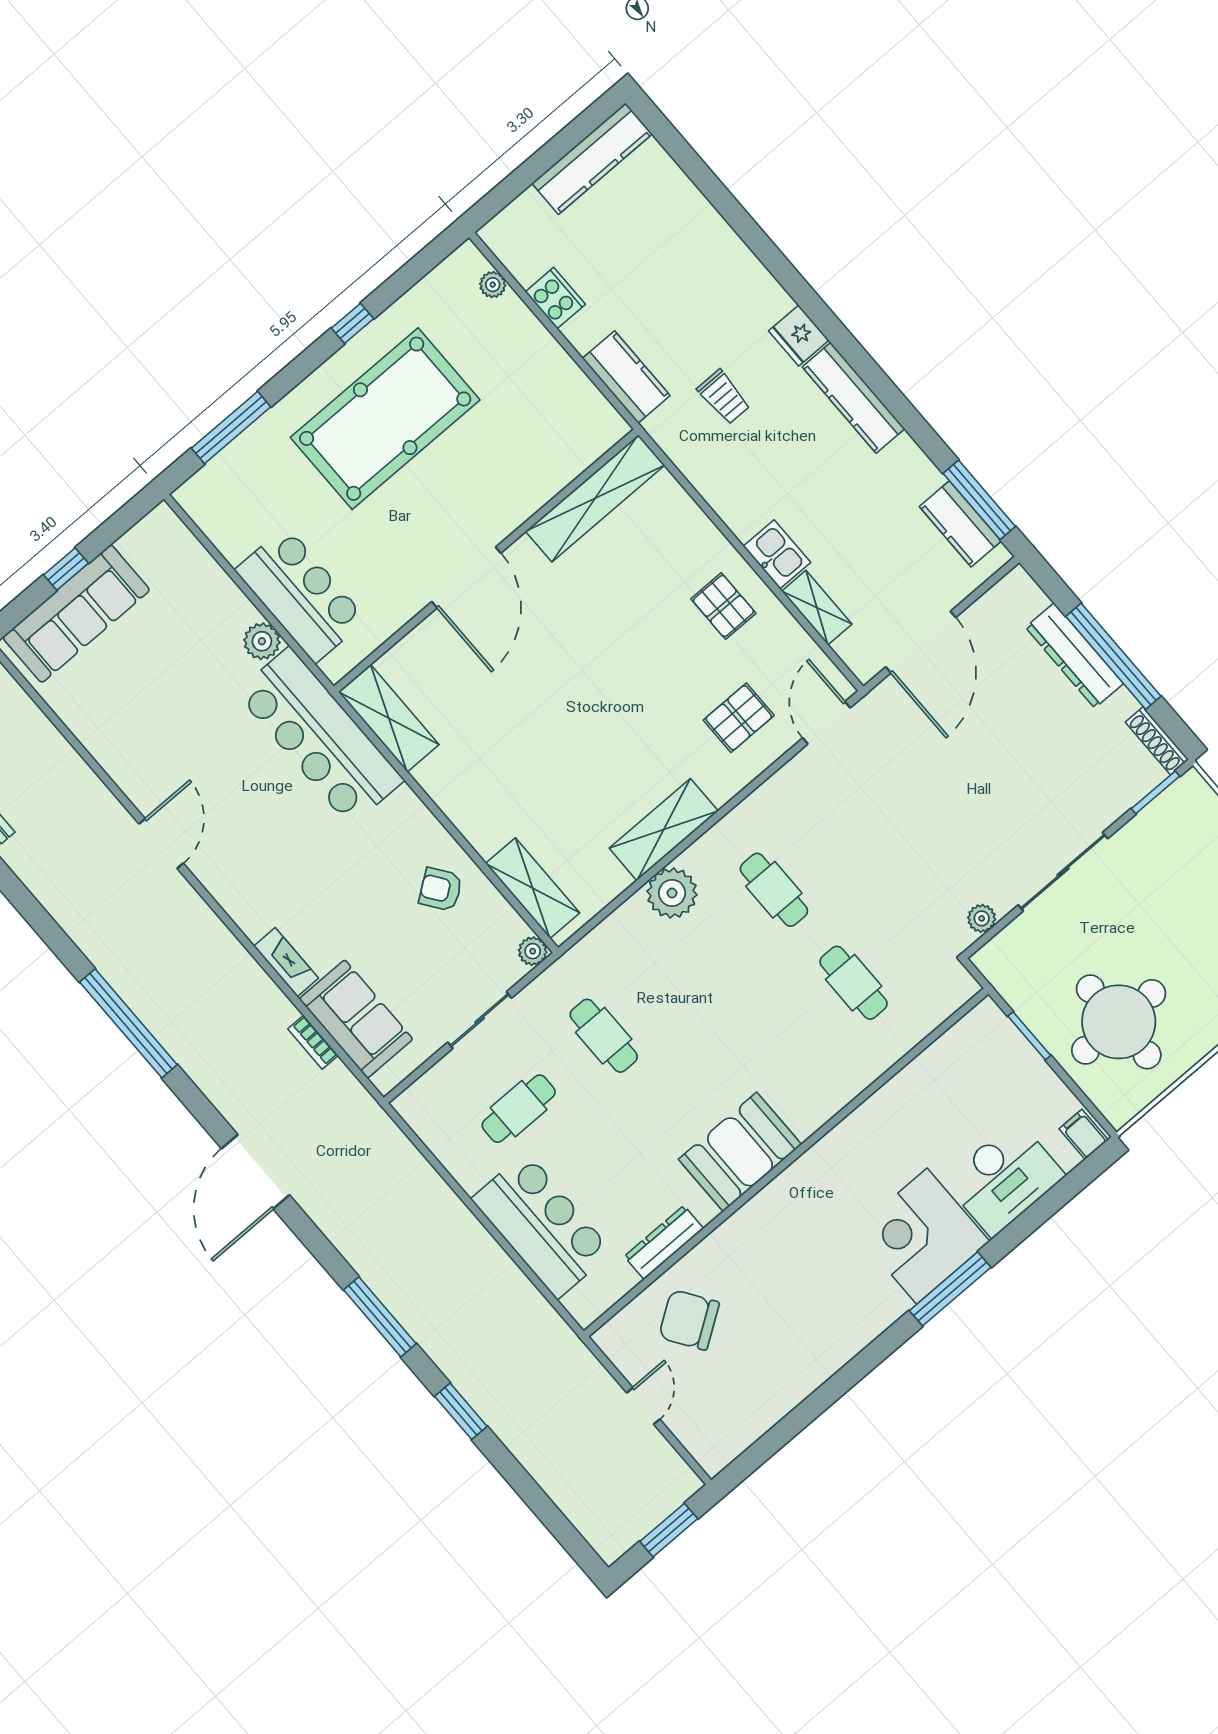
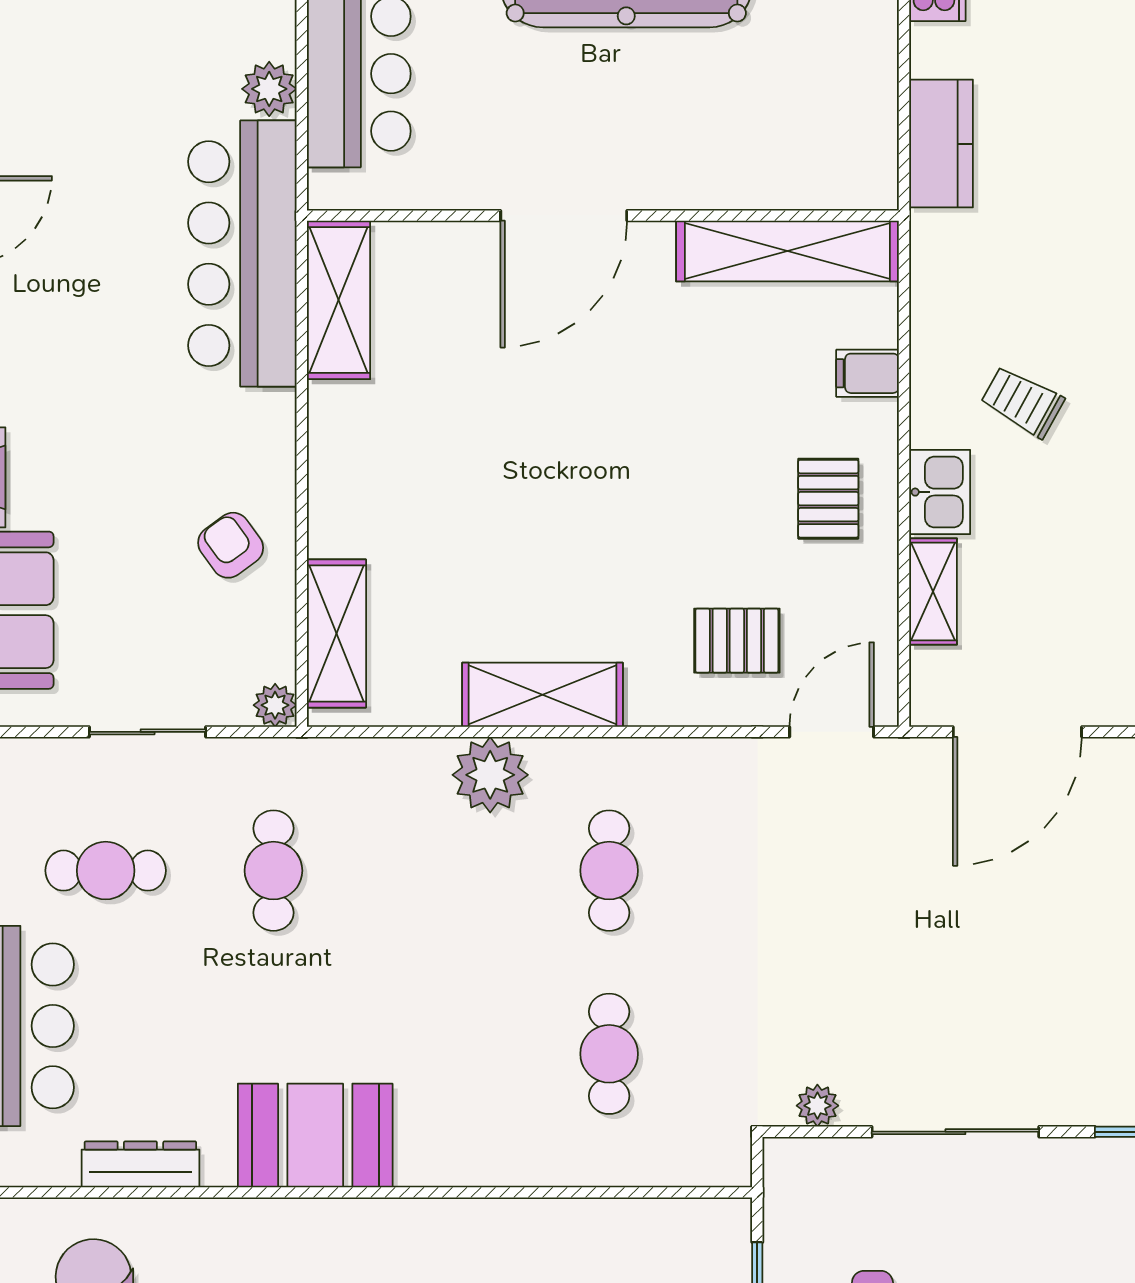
trolley: (724, 397) -> (1022, 402), moved, turned 119
filing cabinet: (689, 525) -> (868, 373), added

